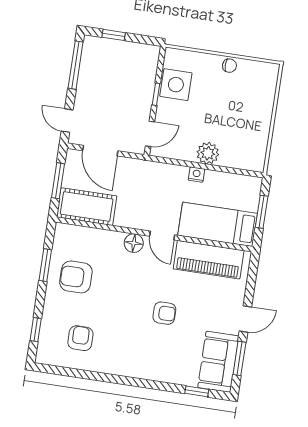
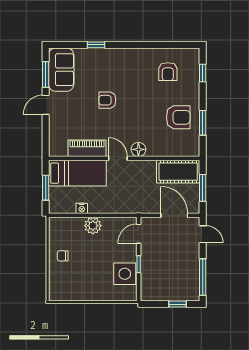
chair: (229, 66) -> (63, 256), moved
nightstand: (196, 175) -> (82, 208), moved
piano: (209, 260) -> (87, 148), width x0.73, depth x0.75
window: (197, 391) -> (96, 45), moved

